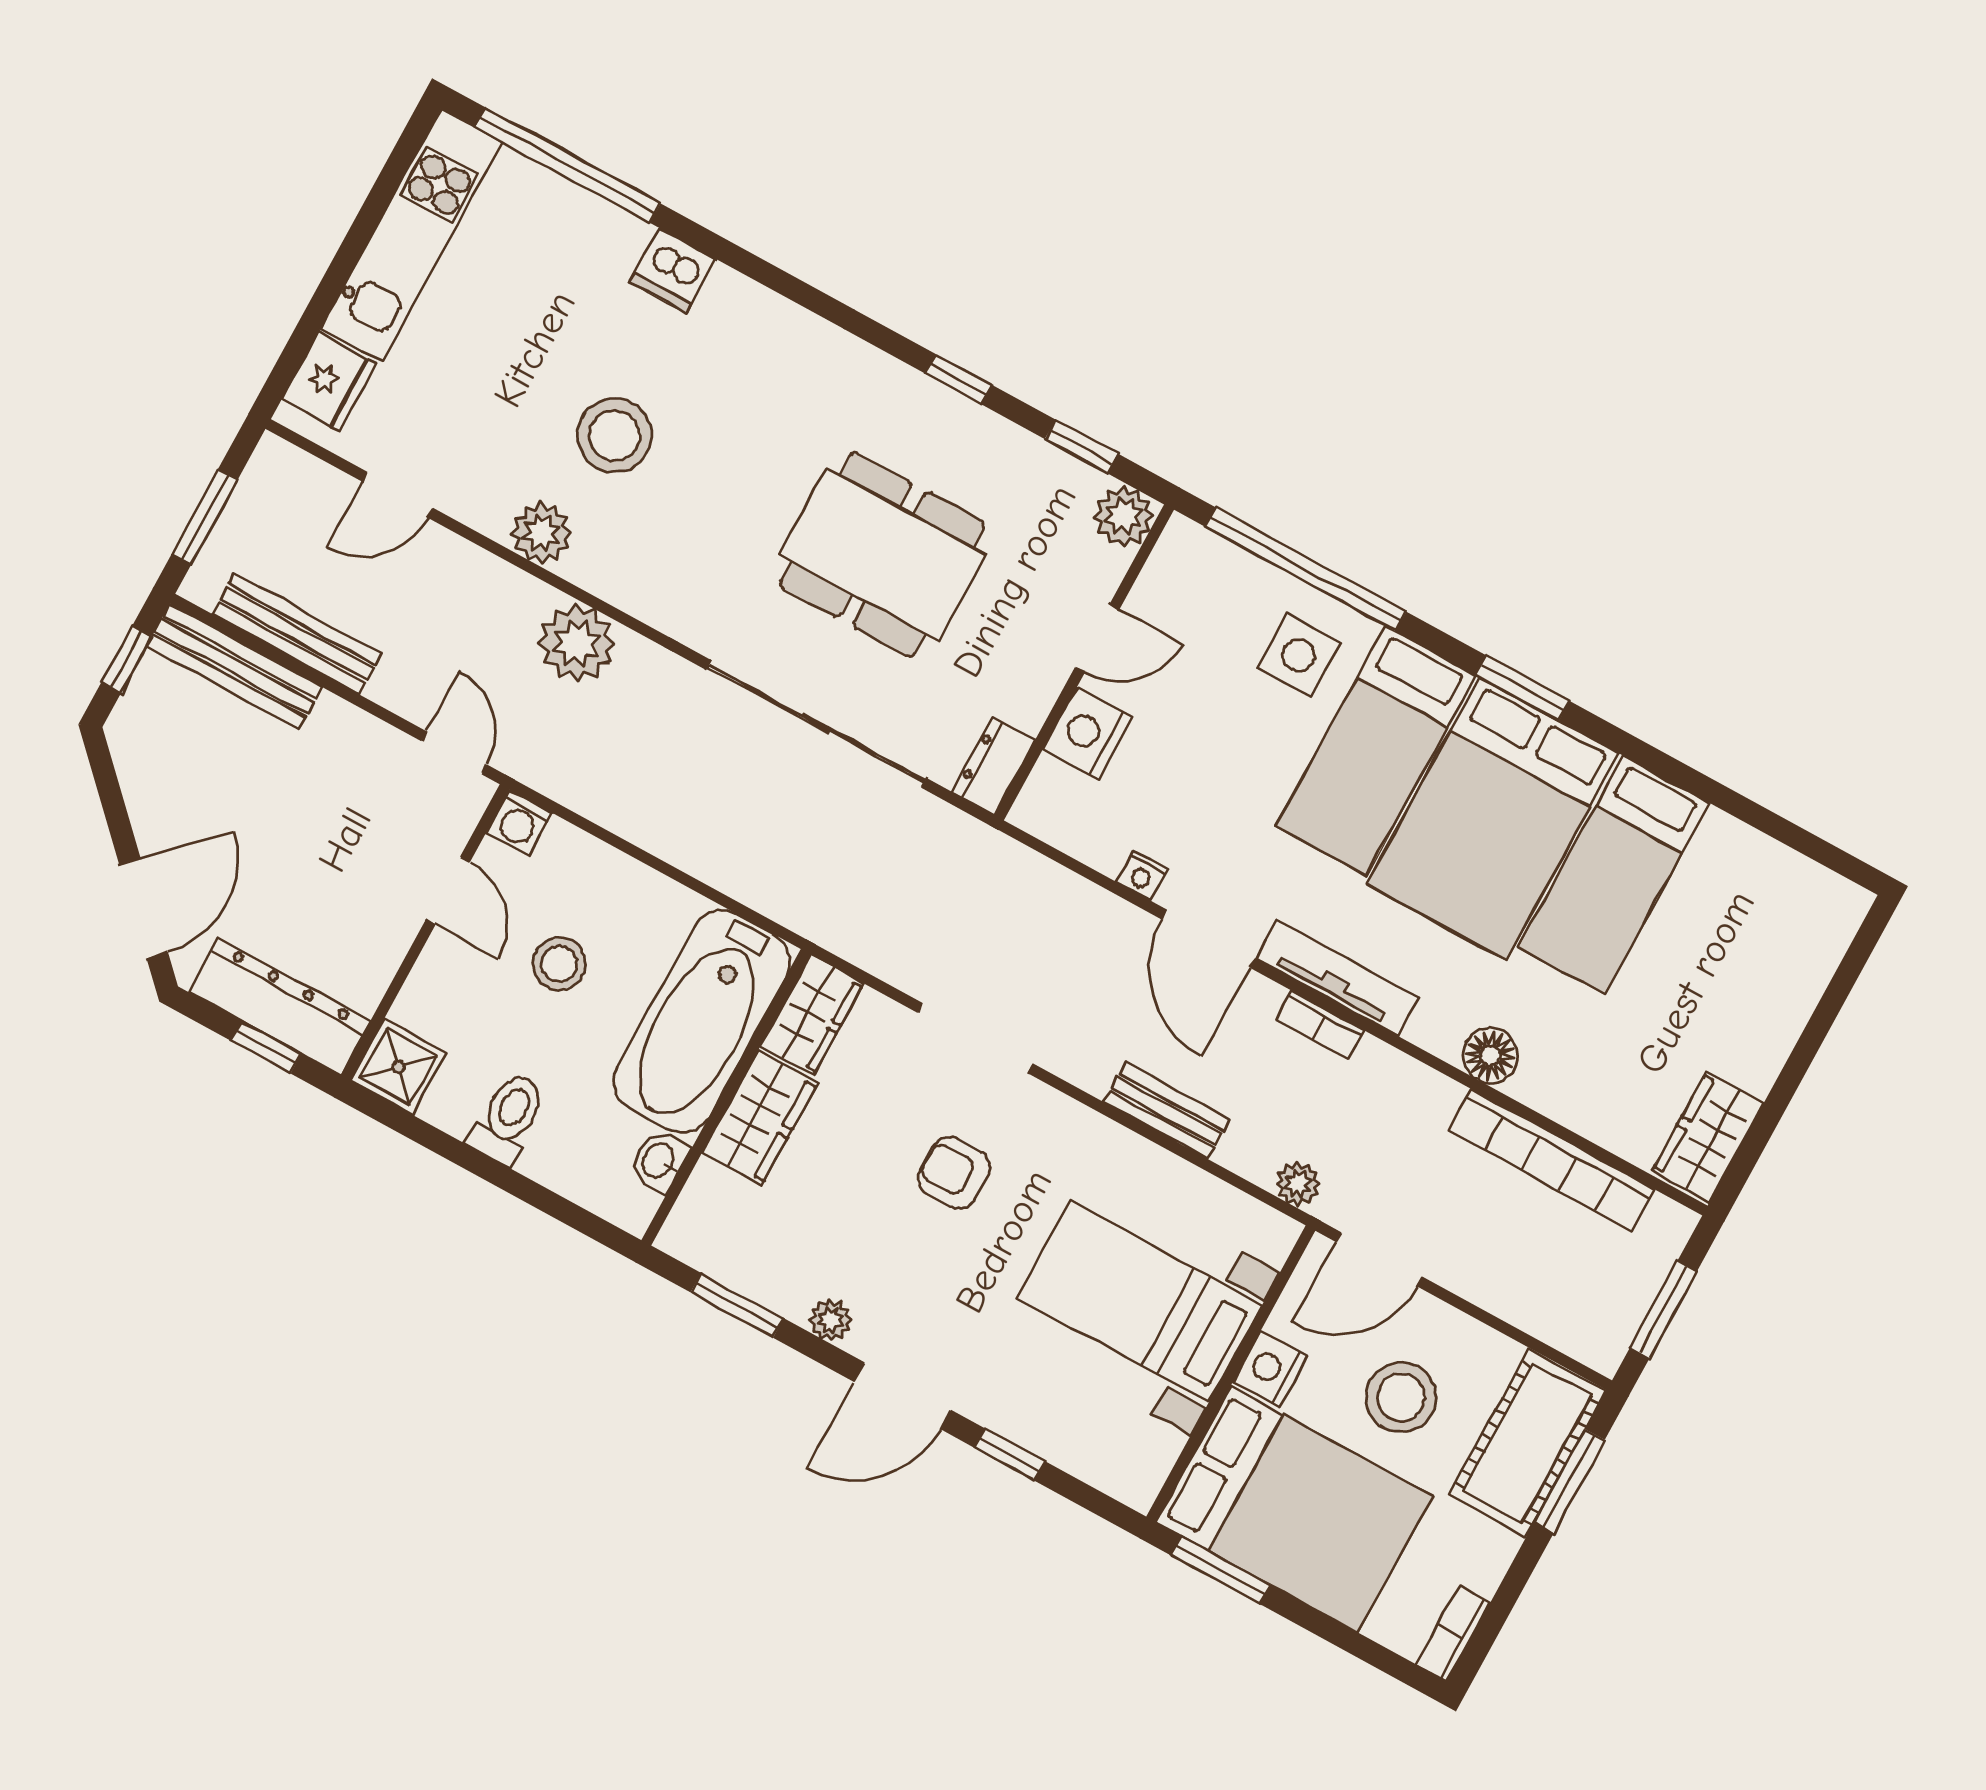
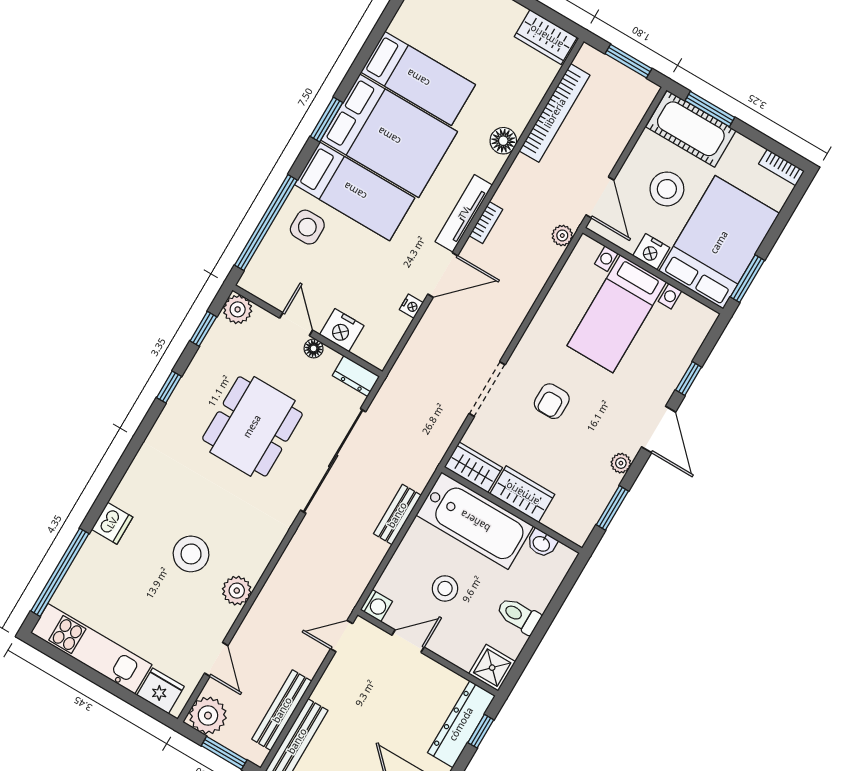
plant: (577, 643) -> (208, 716), moved
floor lamp: (1048, 676) -> (314, 348), added
bench: (1167, 1111) -> (397, 515), moved

